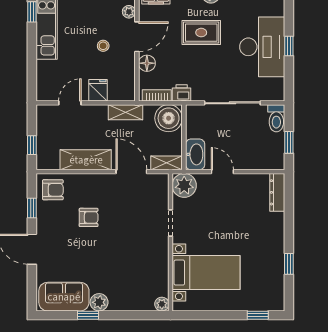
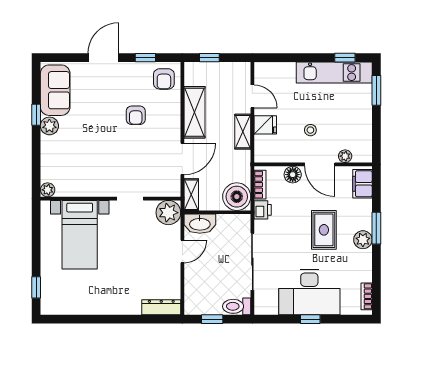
shelving: (125, 112) -> (243, 132), moved
window: (289, 264) -> (89, 319), removed

